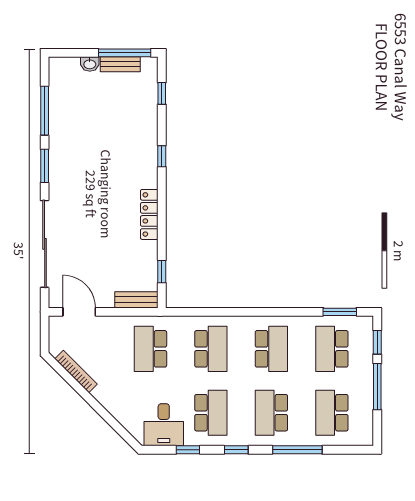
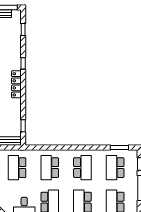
locker: (149, 214) -> (16, 84), moved
school desk: (211, 349) -> (50, 168), turned 180

